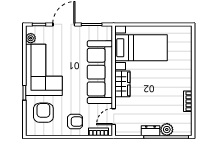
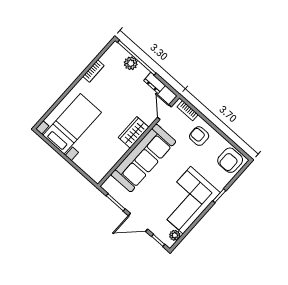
bed with nightstands: (141, 48) -> (72, 124), moved, turned 90
armchair: (43, 113) -> (230, 160), moved
door: (114, 117) -> (164, 112), swing flipped
dresser: (150, 131) -> (155, 83), moved

